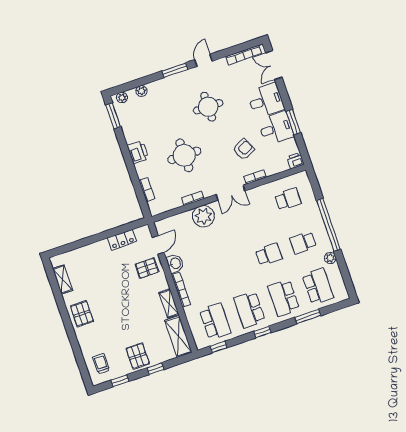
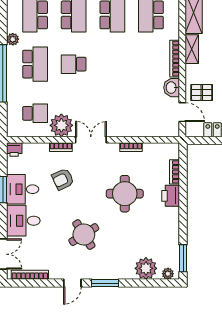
plant: (141, 91) -> (146, 268), width x1.88, depth x1.88
round table: (208, 107) -> (84, 235), turned -32
printer: (138, 152) -> (171, 196), moved
school desk: (288, 199) -> (35, 113), turned 180
plant: (203, 216) -> (61, 125), moved
school desk: (303, 243) -> (35, 64), width x1.85
door: (158, 245) -> (182, 112), swing flipped

